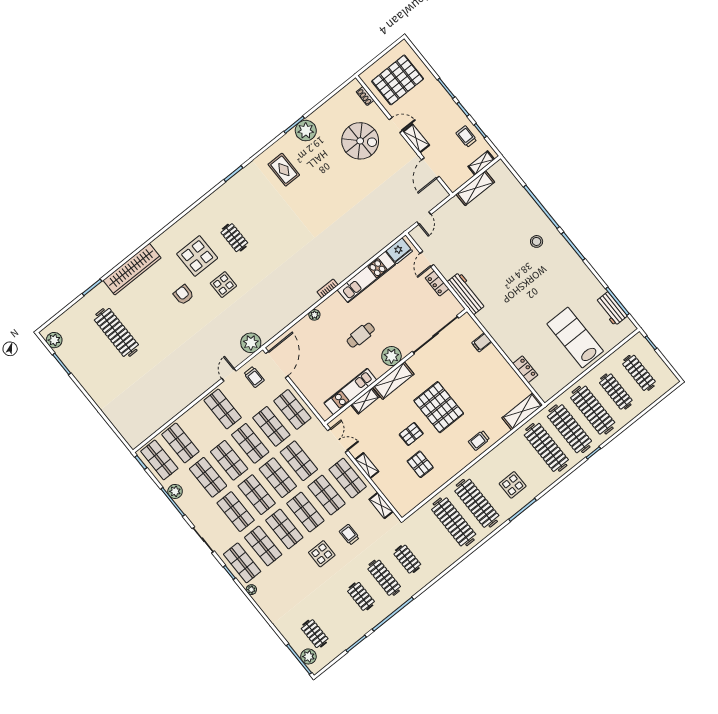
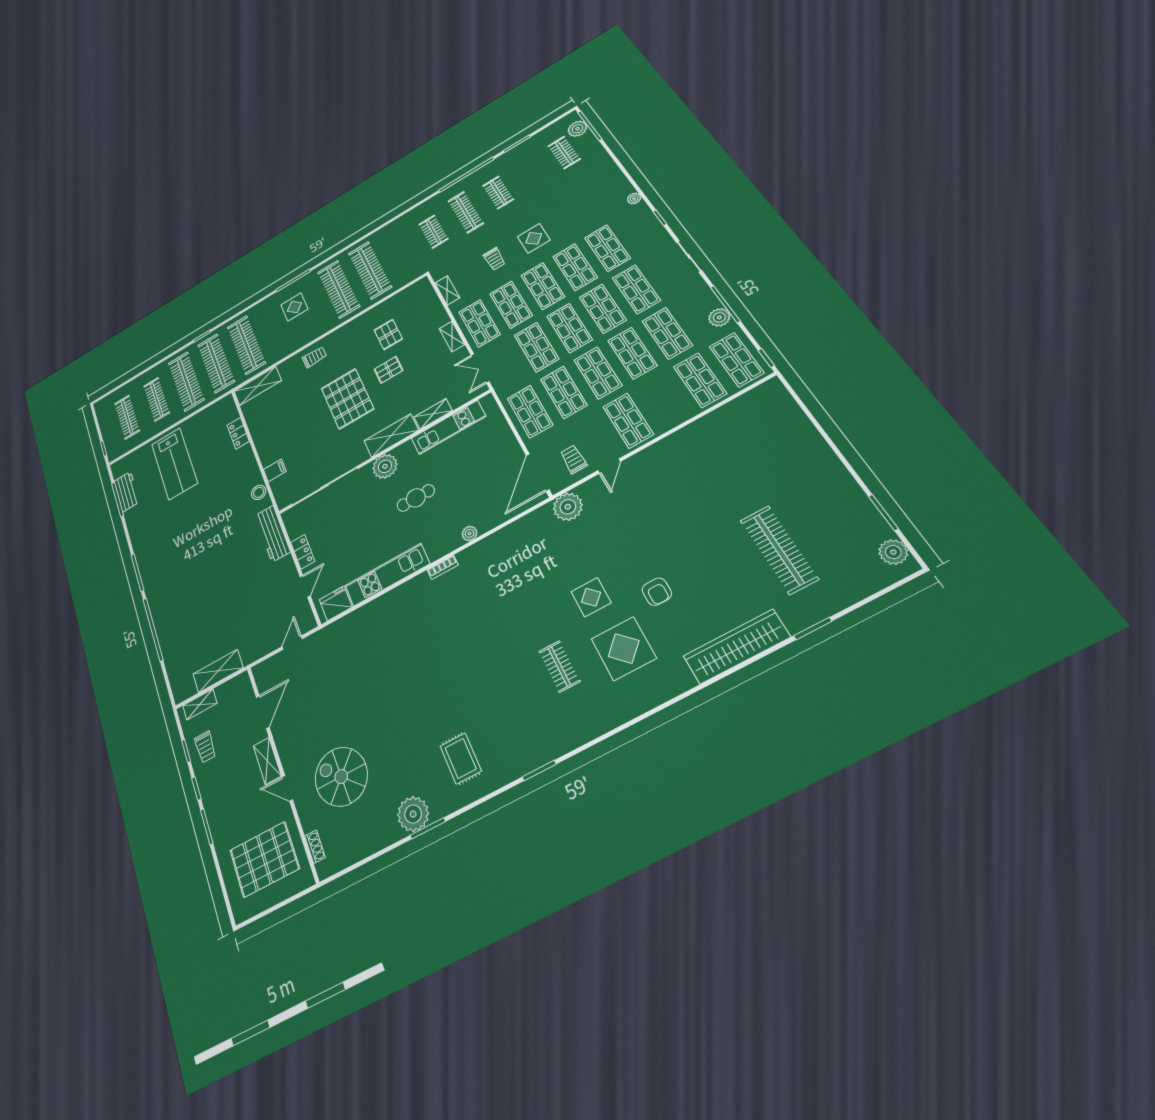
stool: (537, 241) -> (259, 492), moved
shop shelf: (242, 563) -> (640, 229), removed

